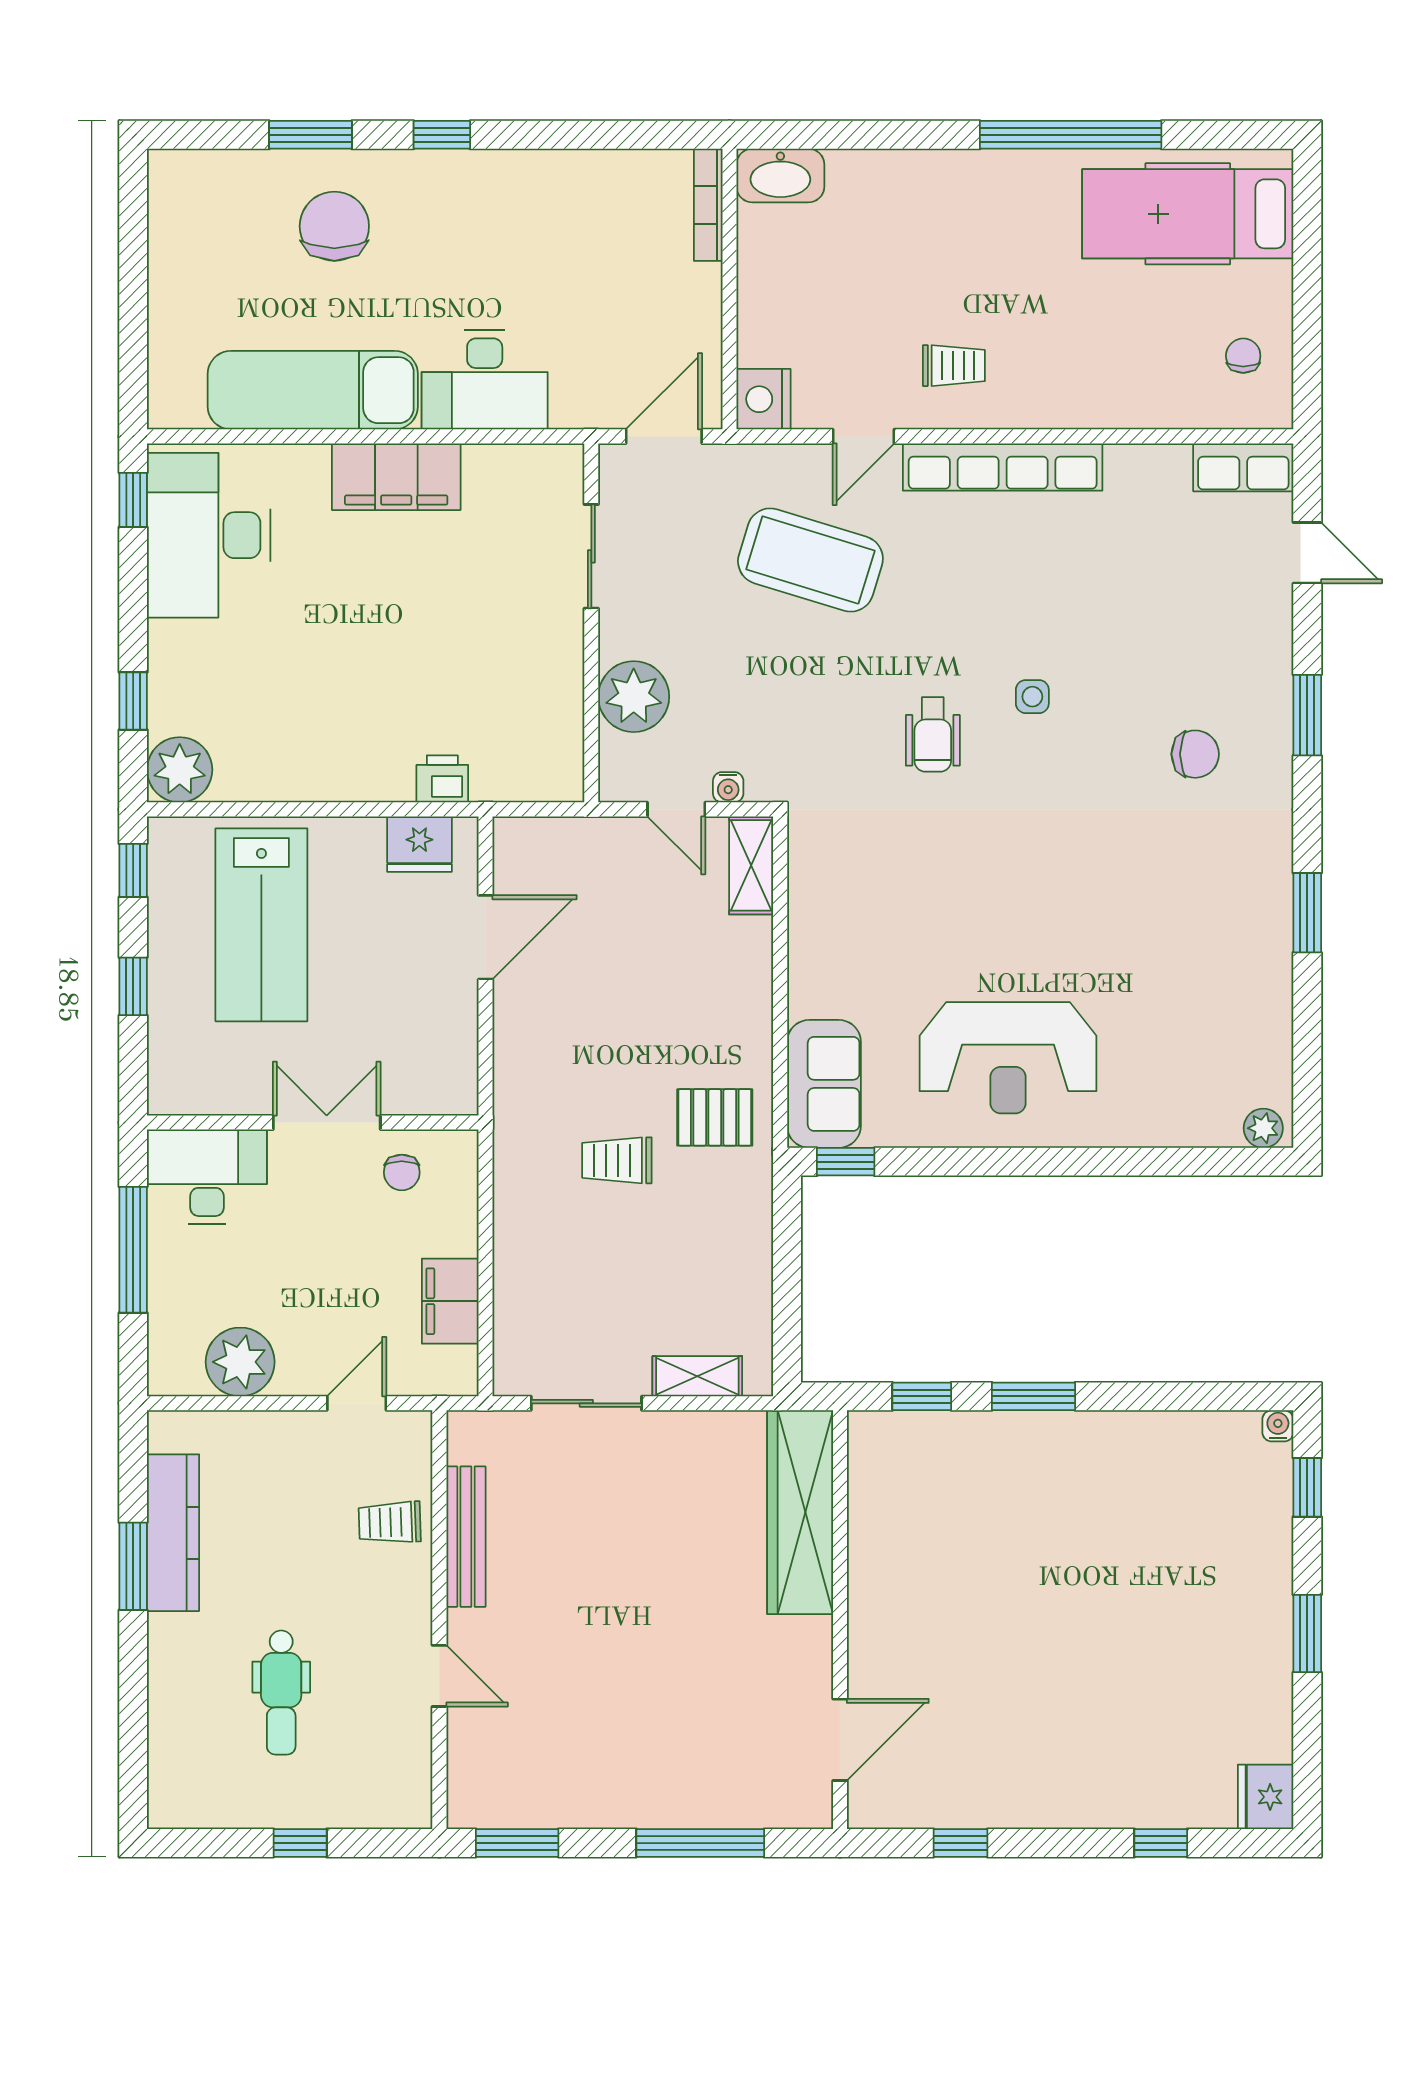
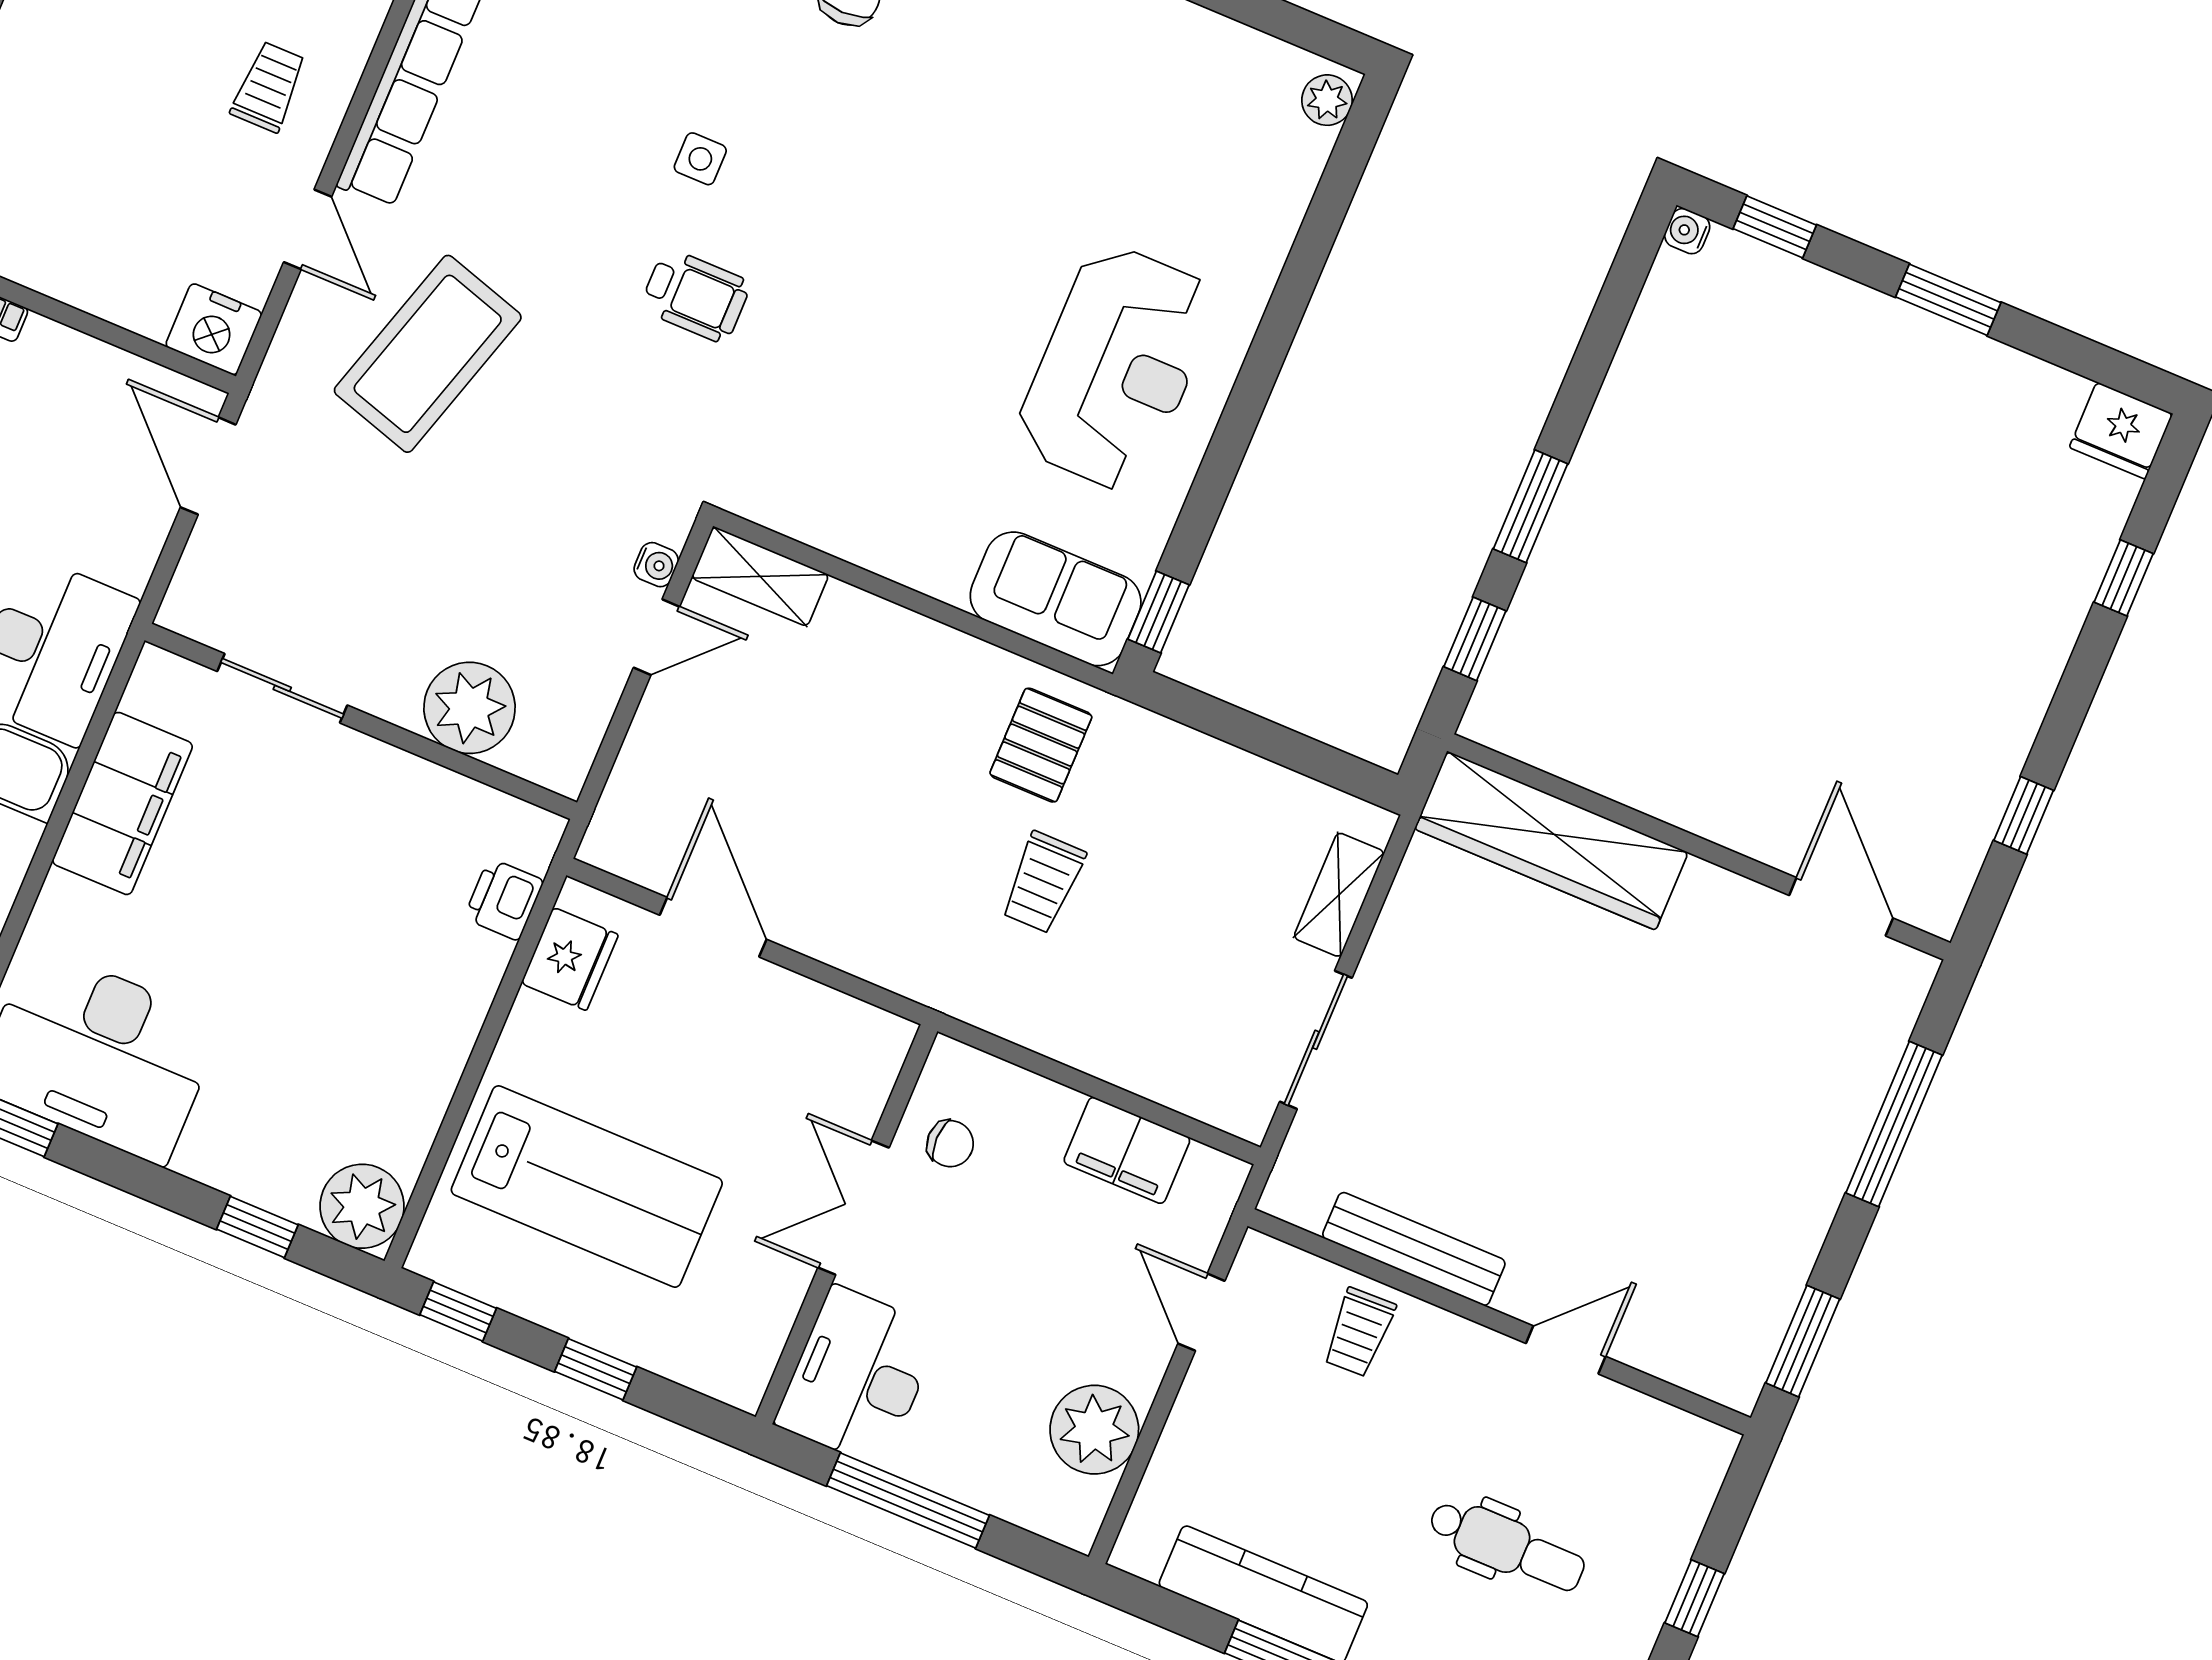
sliding door: (591, 556) -> (282, 688), moved
wall: (591, 623) -> (361, 721), moved
plant: (634, 697) -> (470, 708), moved

